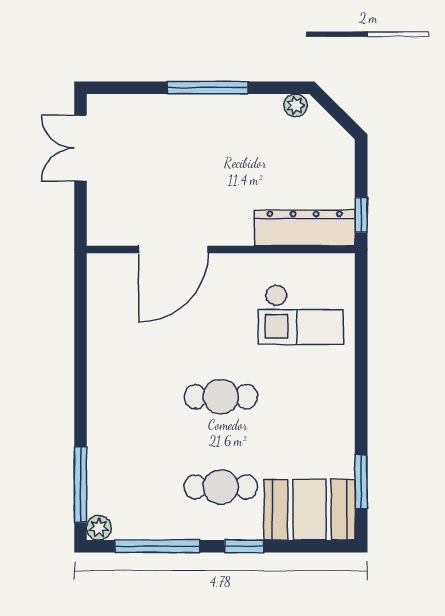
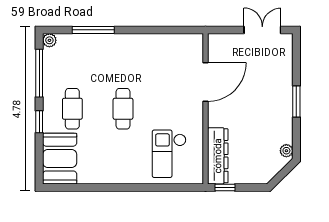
window: (208, 88) -> (296, 101), width x0.69
door: (173, 250) -> (206, 82), swing flipped
window: (361, 482) -> (75, 187), removed
window: (80, 485) -> (93, 30), moved

